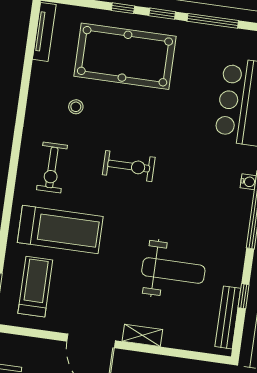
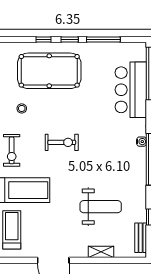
bench: (228, 317) -> (141, 238), width x0.73
shelving: (142, 335) -> (101, 252), moved

